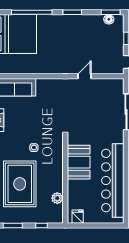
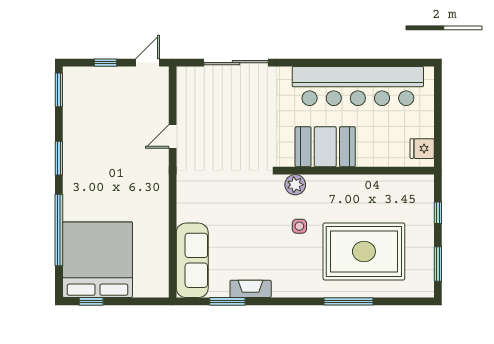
floor lamp: (109, 19) -> (71, 93), removed
door: (84, 76) -> (173, 136), hinge flipped
plant: (57, 198) -> (295, 185), moved

